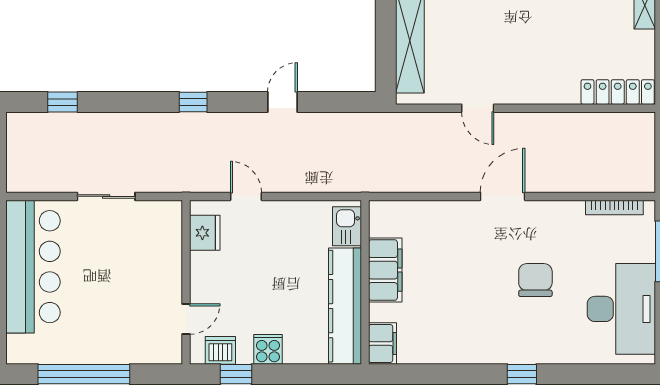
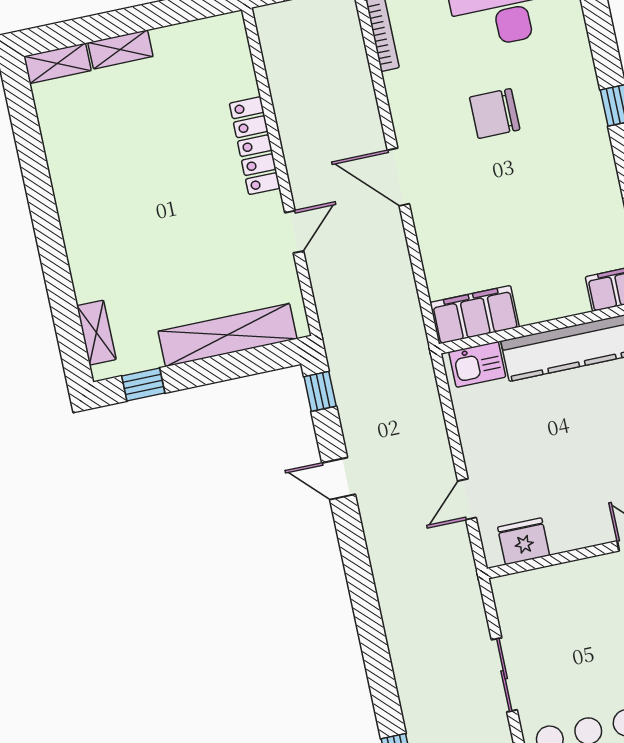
locker: (618, 92) -> (255, 146), moved
window: (193, 102) -> (320, 391), moved
filing cabinet: (385, 270) -> (475, 315), moved

